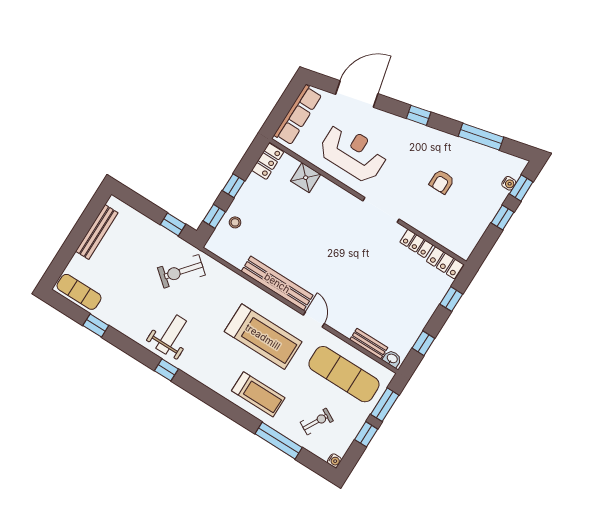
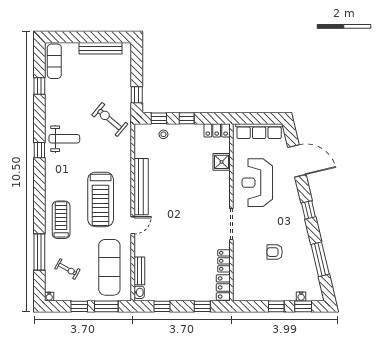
reception desk: (353, 153) -> (257, 183), turned 180
treadmill: (258, 394) -> (61, 220), turned 180

